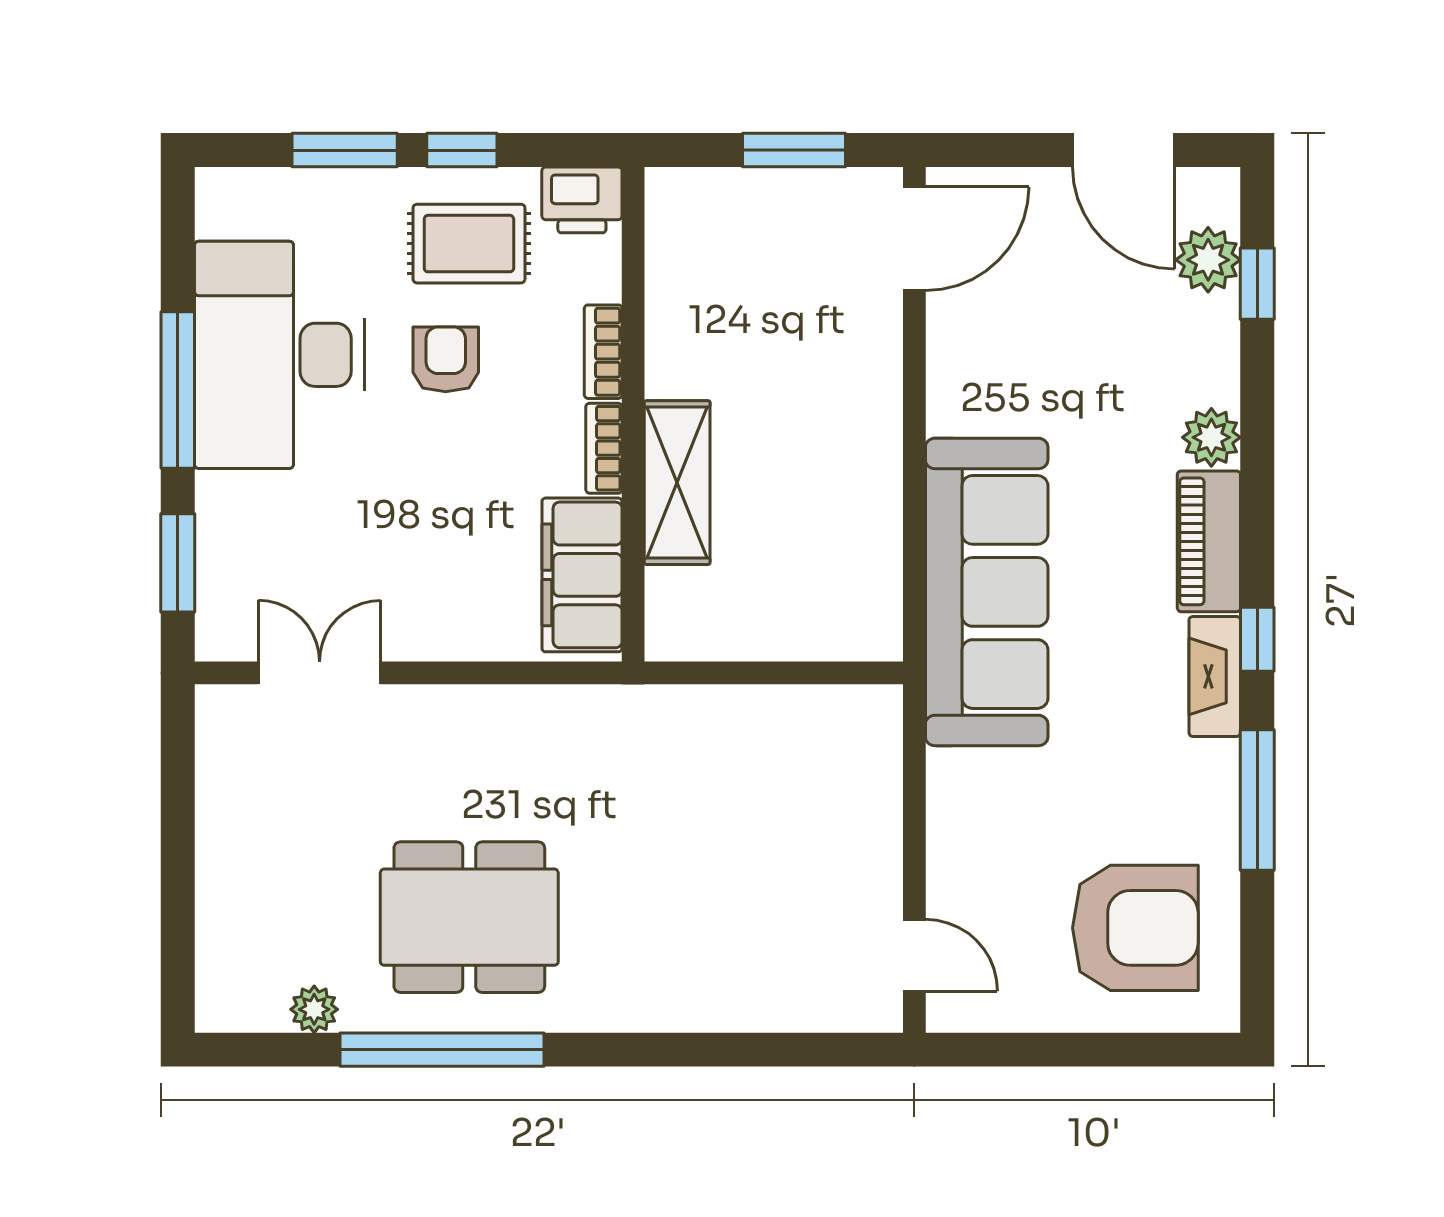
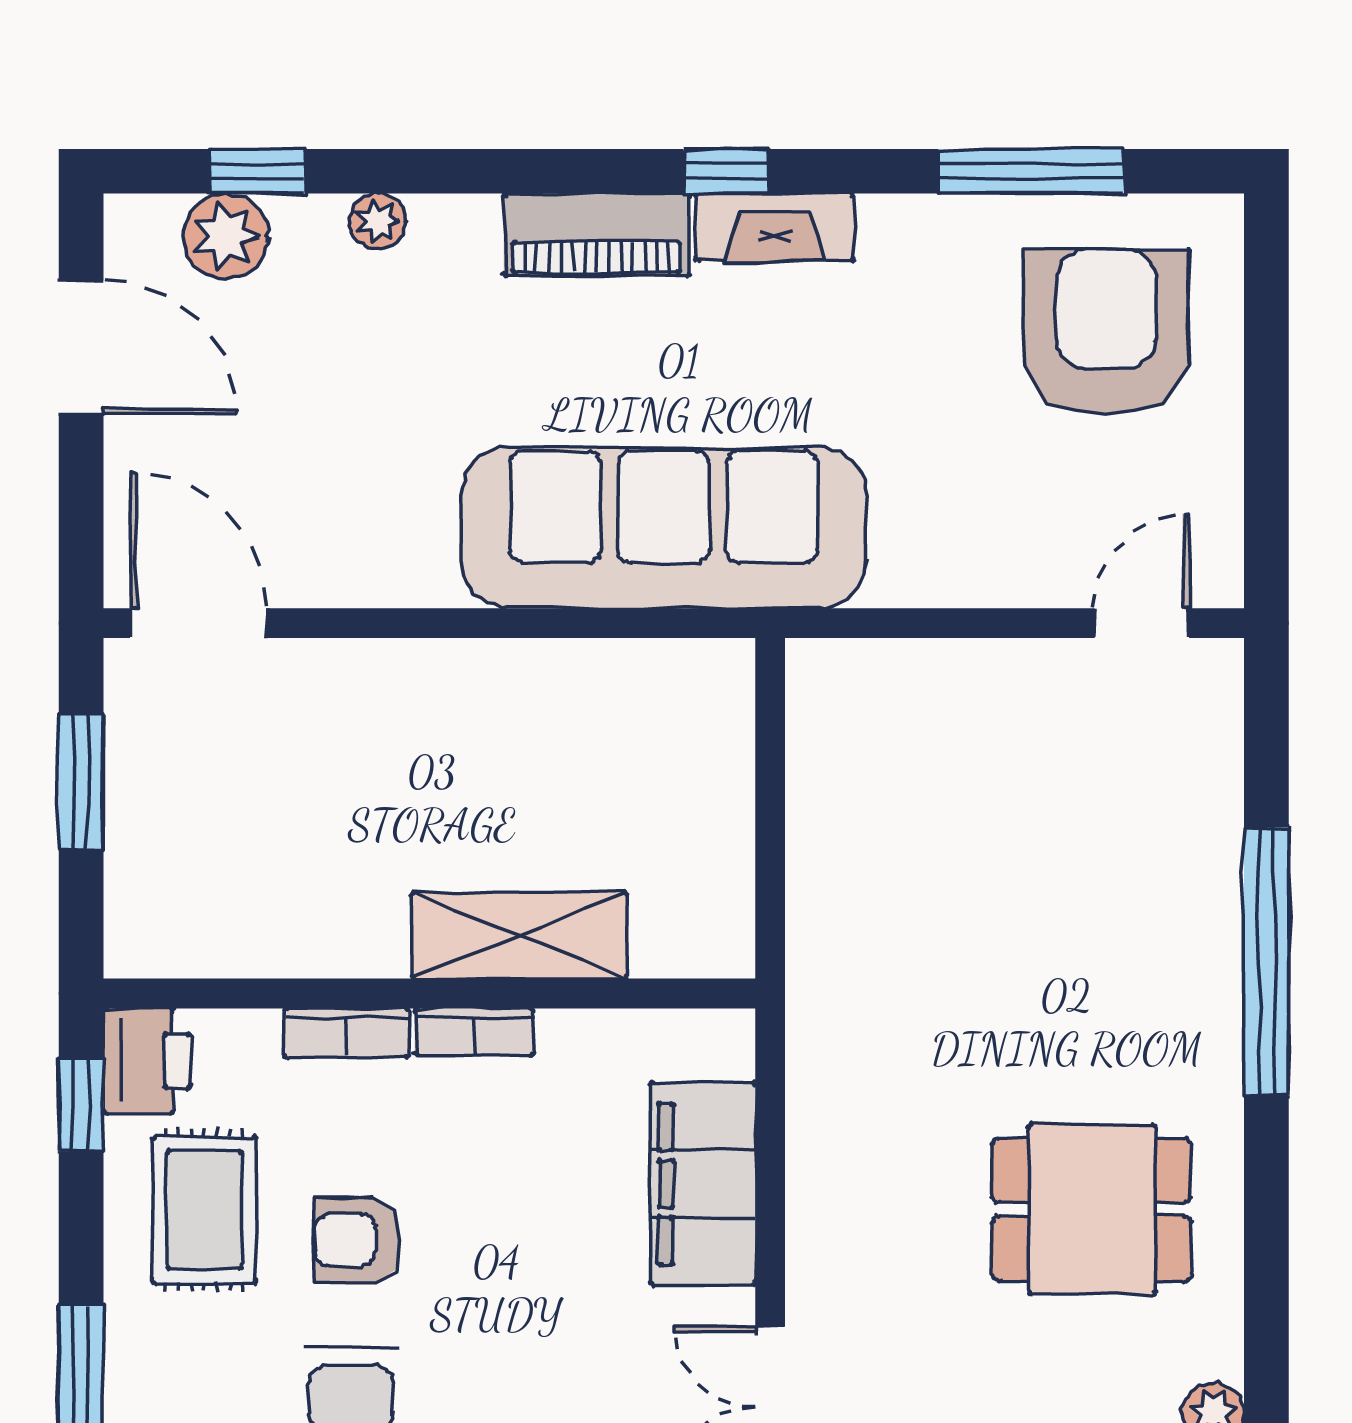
window: (462, 150) -> (81, 1105), moved
door: (1123, 150) -> (81, 347), hinge flipped
plant: (1211, 437) -> (377, 221), moved, width x0.73, depth x0.73
filing cabinet: (582, 575) -> (703, 1184), moved, turned 90
window: (1257, 800) -> (1031, 171), moved
dining table: (469, 917) -> (1092, 1209), width x0.73
window: (442, 1050) -> (1266, 962), moved

